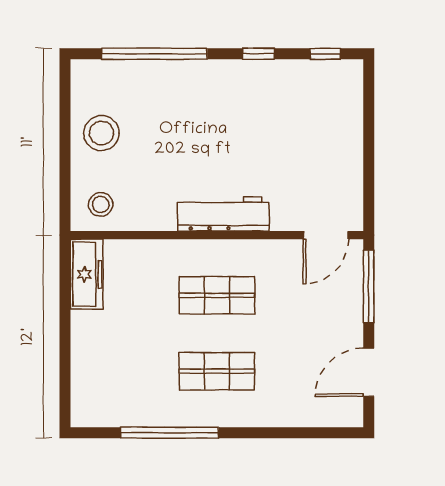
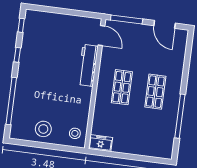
workbench: (223, 214) -> (88, 65), moved
freezer: (87, 274) -> (101, 143), width x0.71

